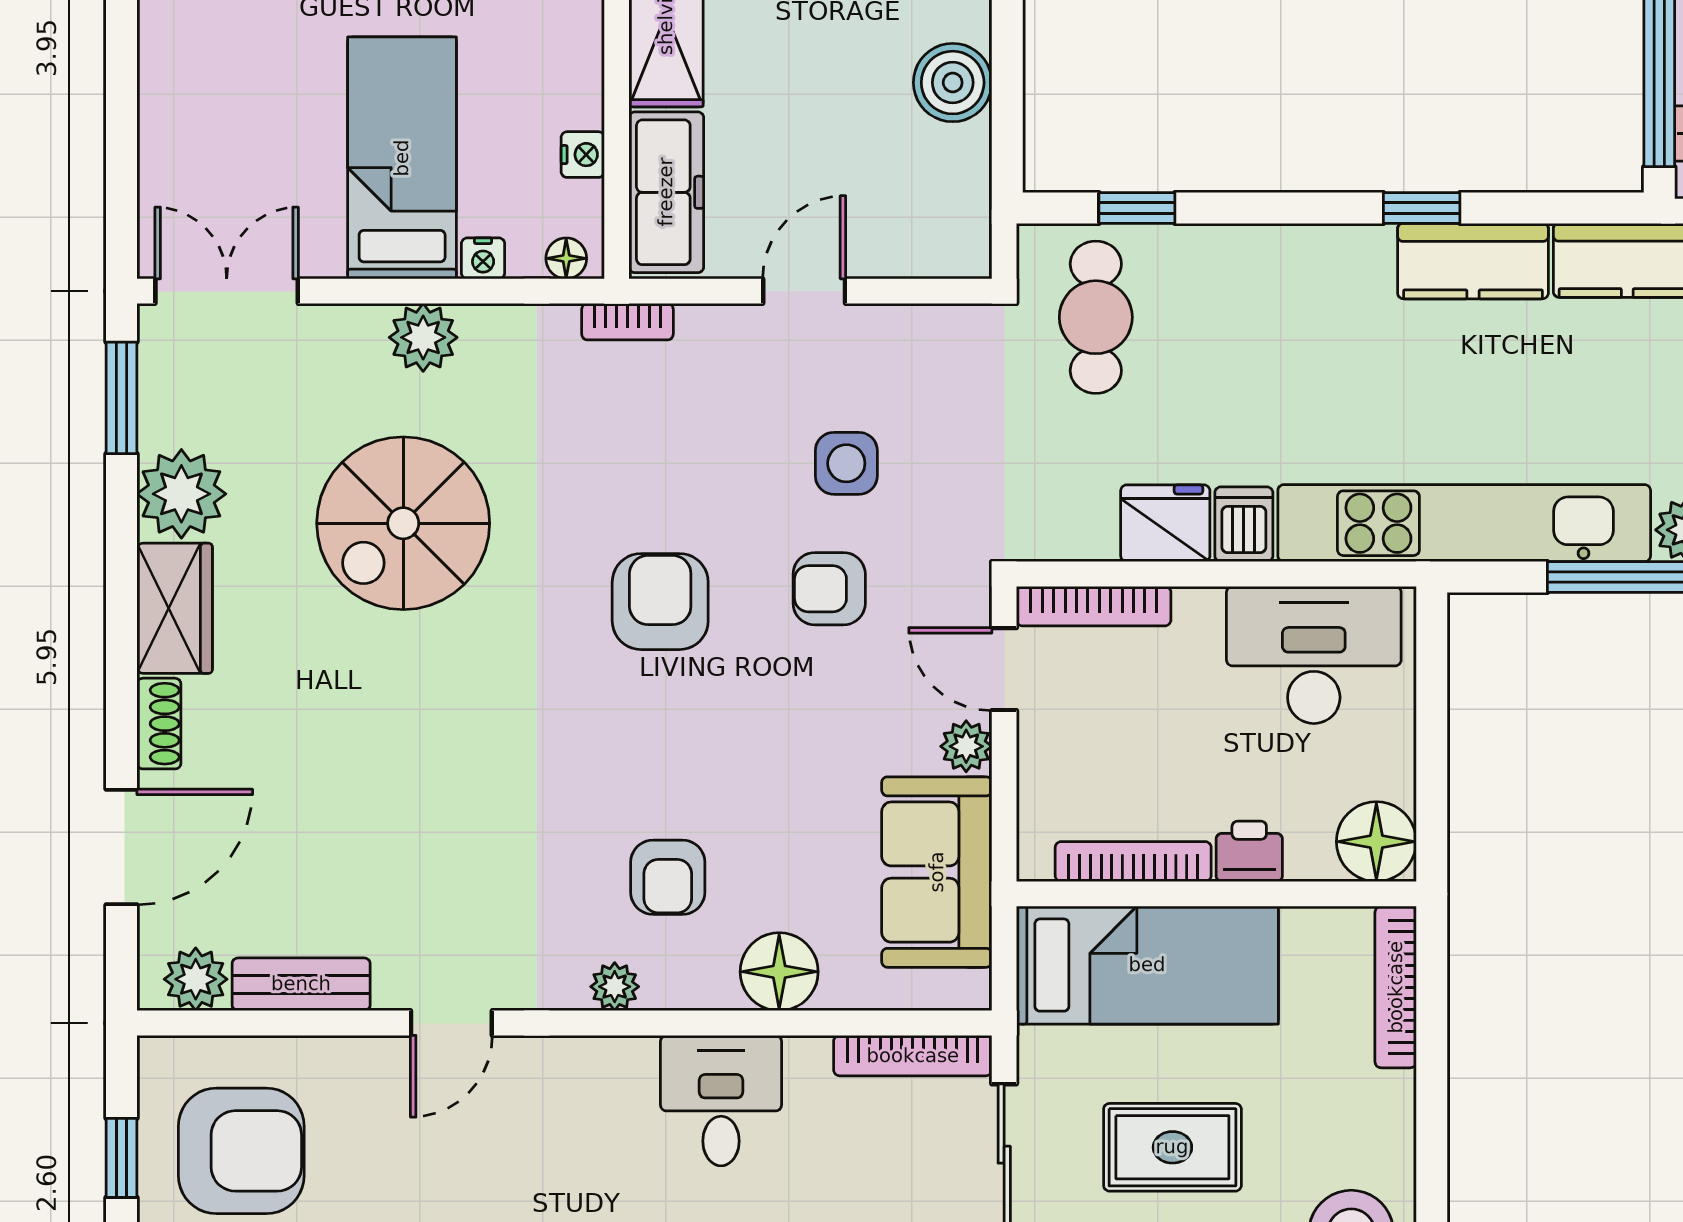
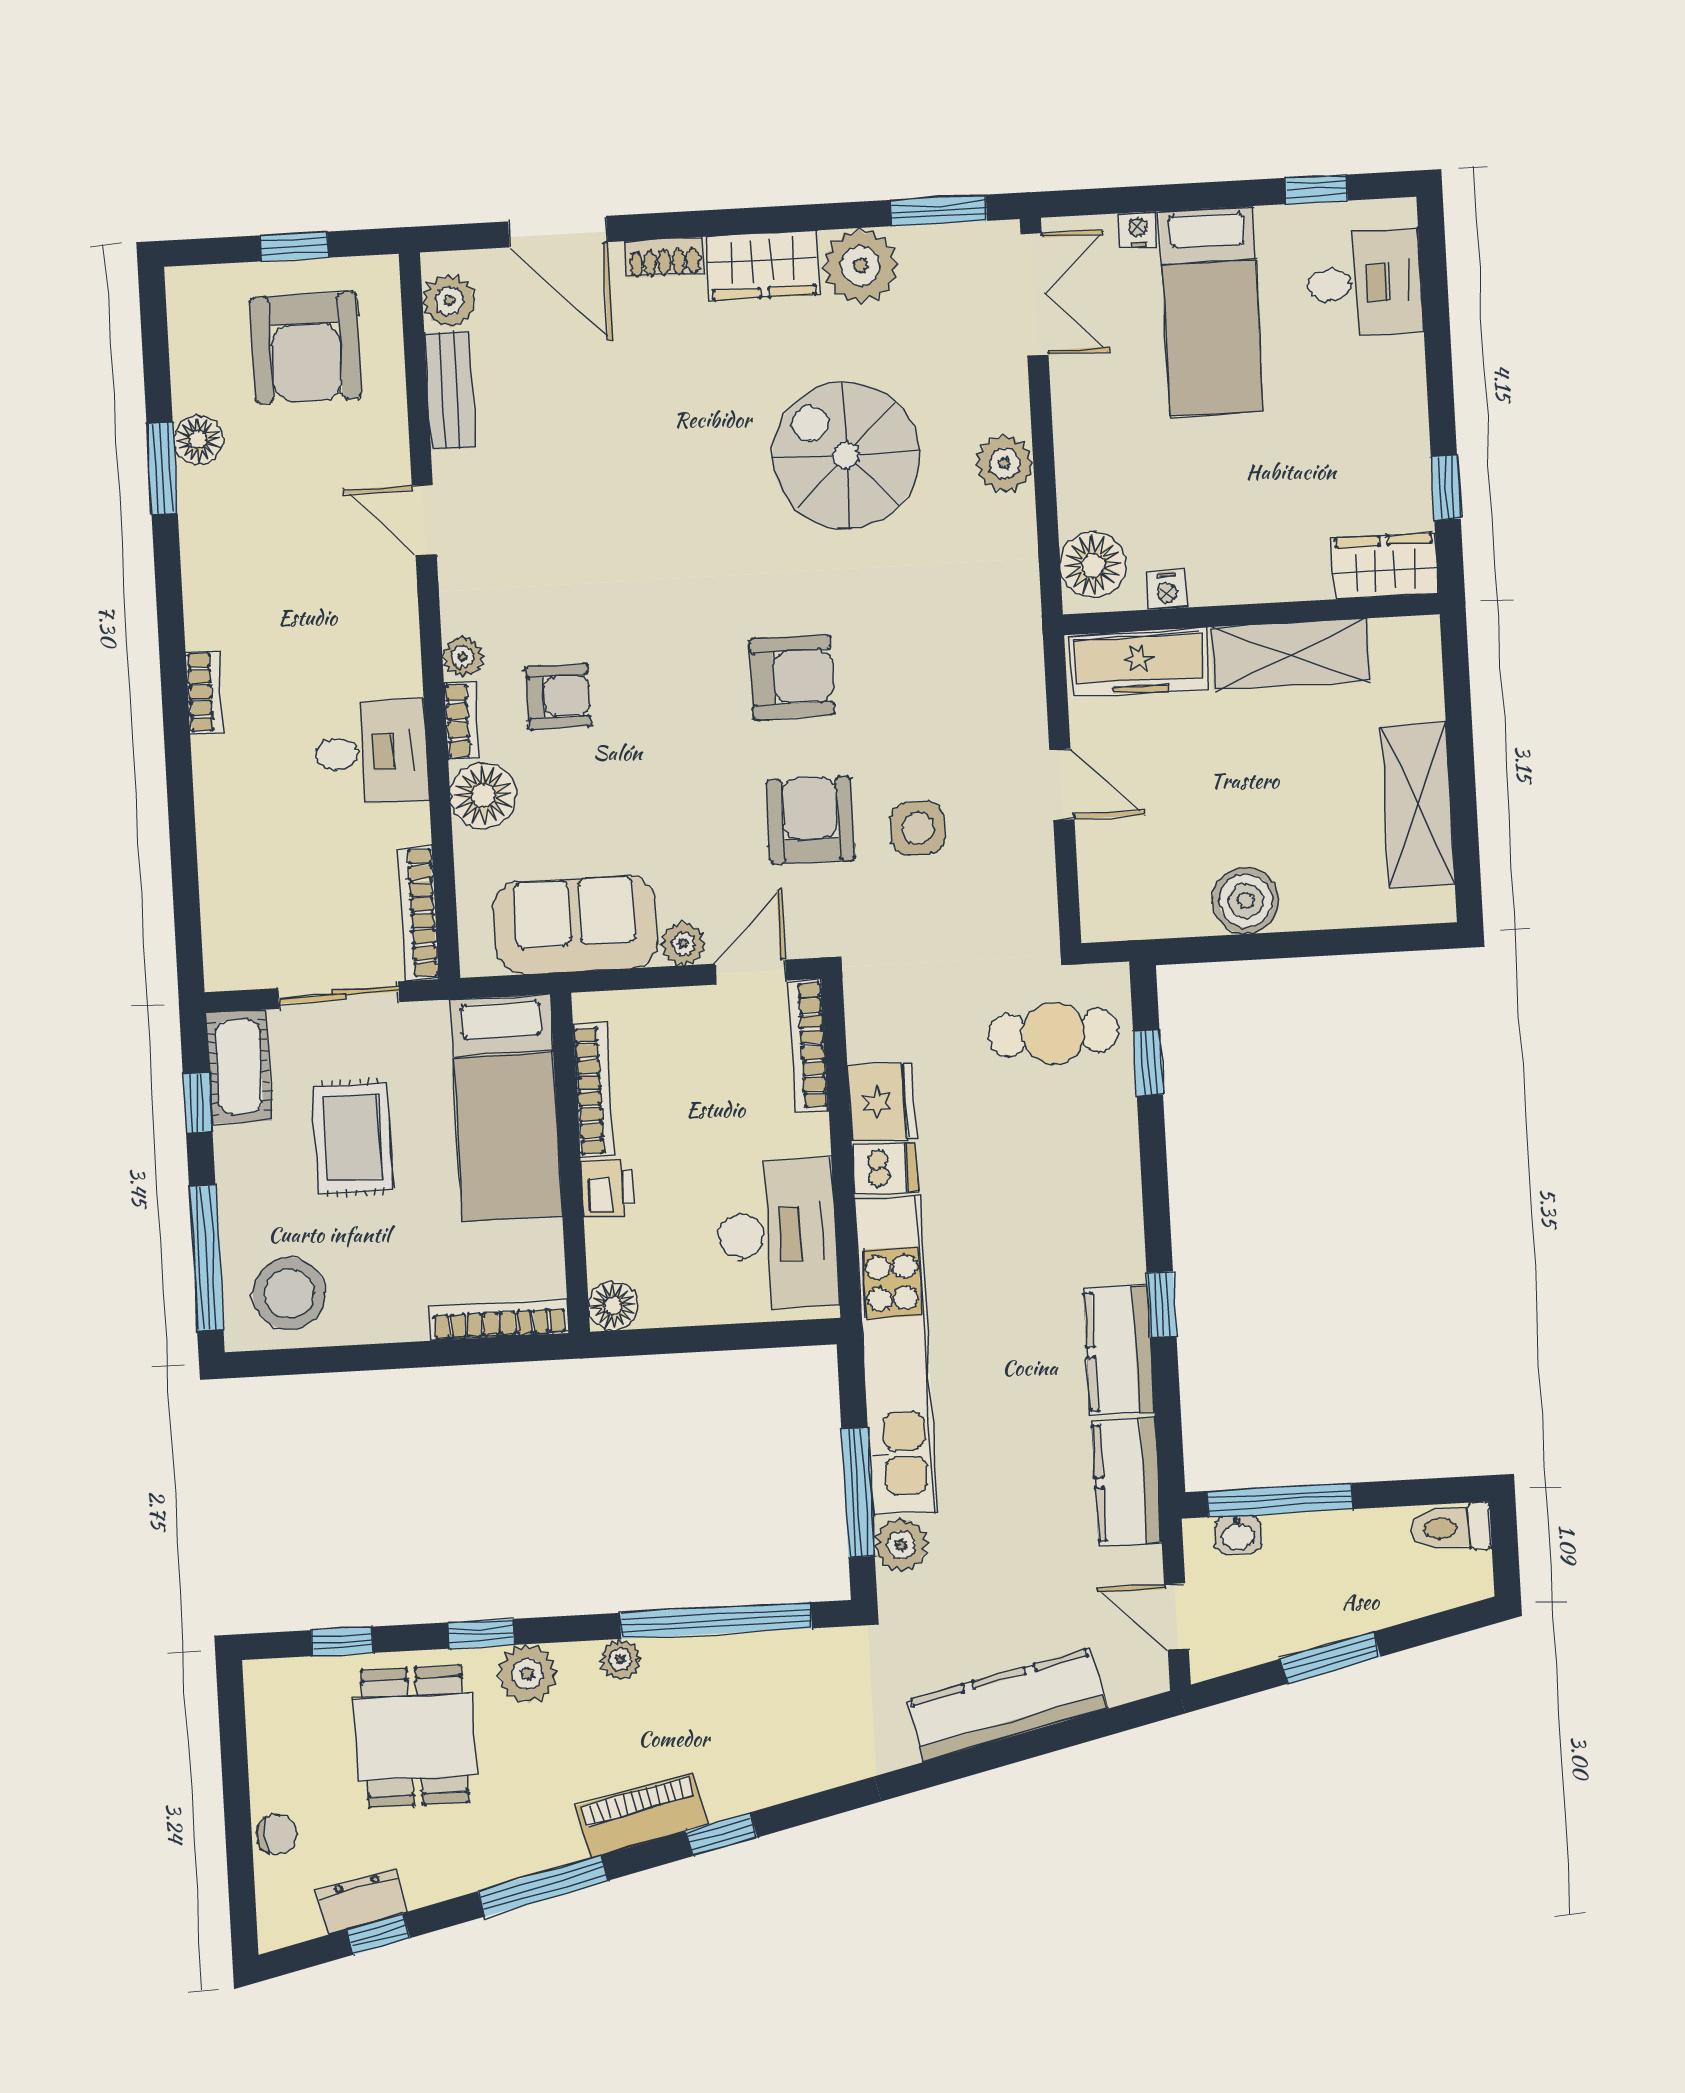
bed: (402, 158) -> (1211, 311), moved, turned 90
nightstand: (483, 258) -> (1138, 230), moved, turned 90
floor lamp: (566, 258) -> (1093, 565), width x1.89, depth x1.89
bookcase: (627, 322) -> (461, 720), moved, turned 180
armchair: (829, 589) -> (811, 820), width x1.38, depth x1.38
floor lamp: (1376, 842) -> (613, 1306), width x0.73, depth x0.73
armchair: (668, 877) -> (558, 697), turned 180

